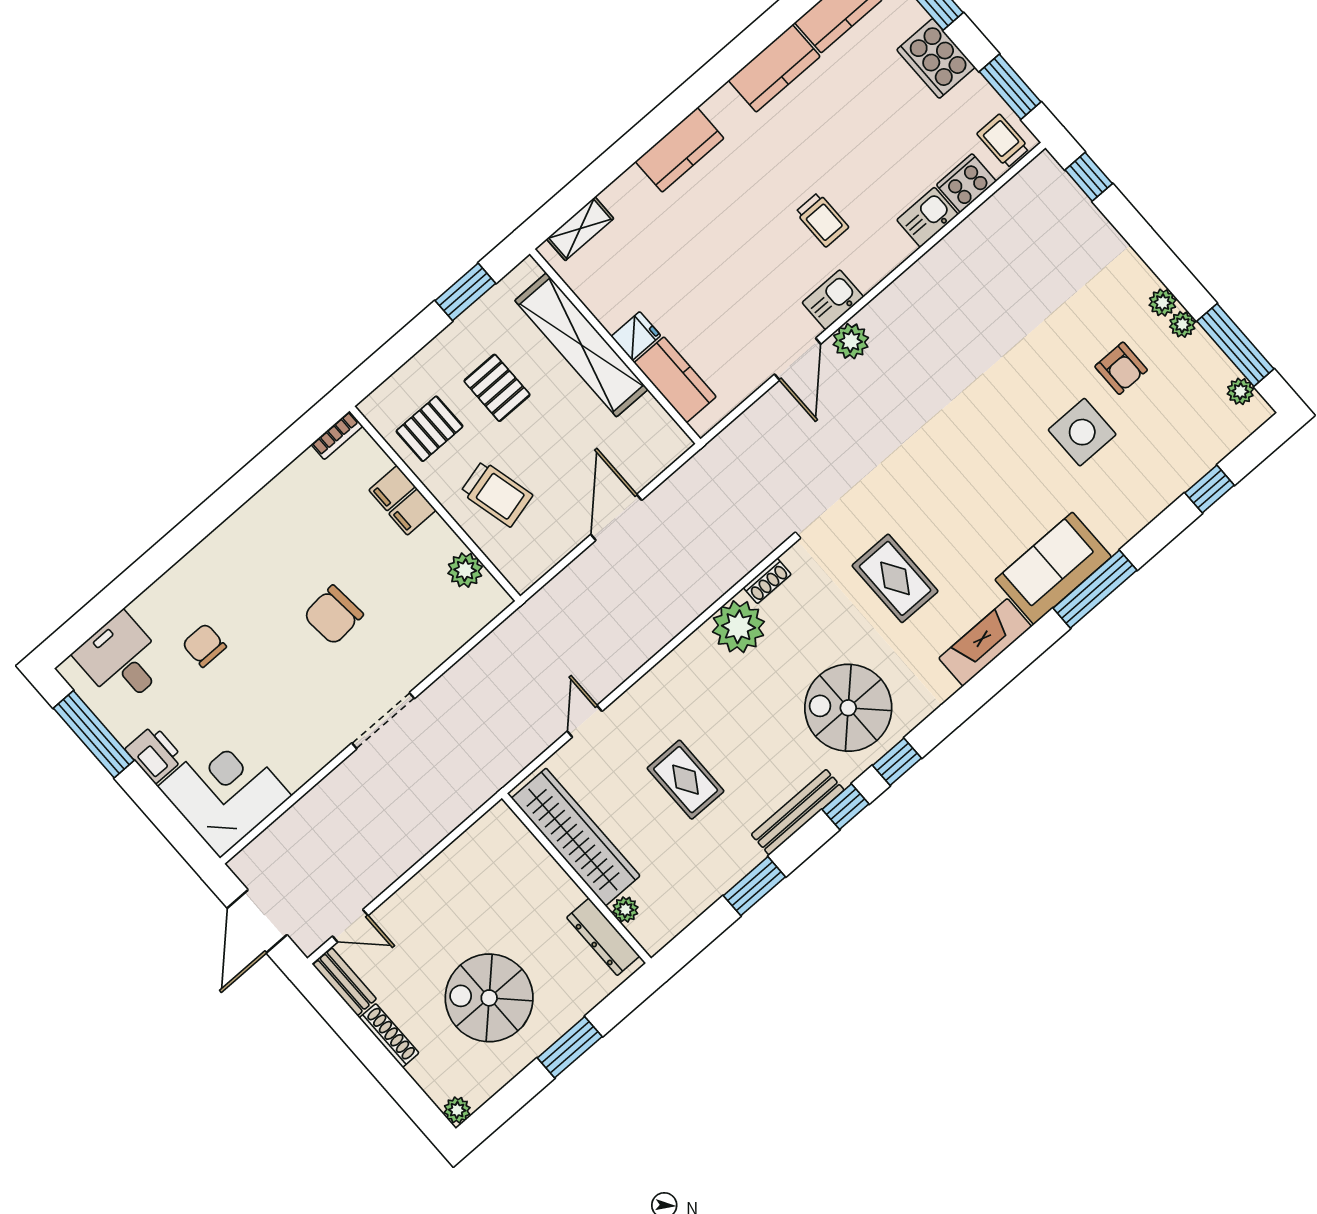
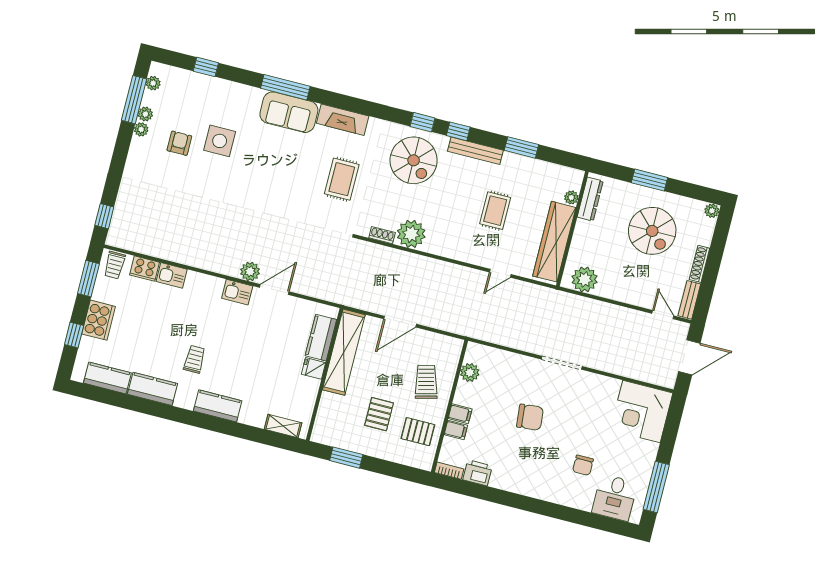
trolley: (822, 220) -> (194, 359), moved
plant: (1163, 303) -> (145, 114), moved
shelving: (581, 345) -> (344, 352), moved
printer: (155, 754) -> (477, 473), moved, turned 90
plant: (486, 844) -> (585, 279), added

